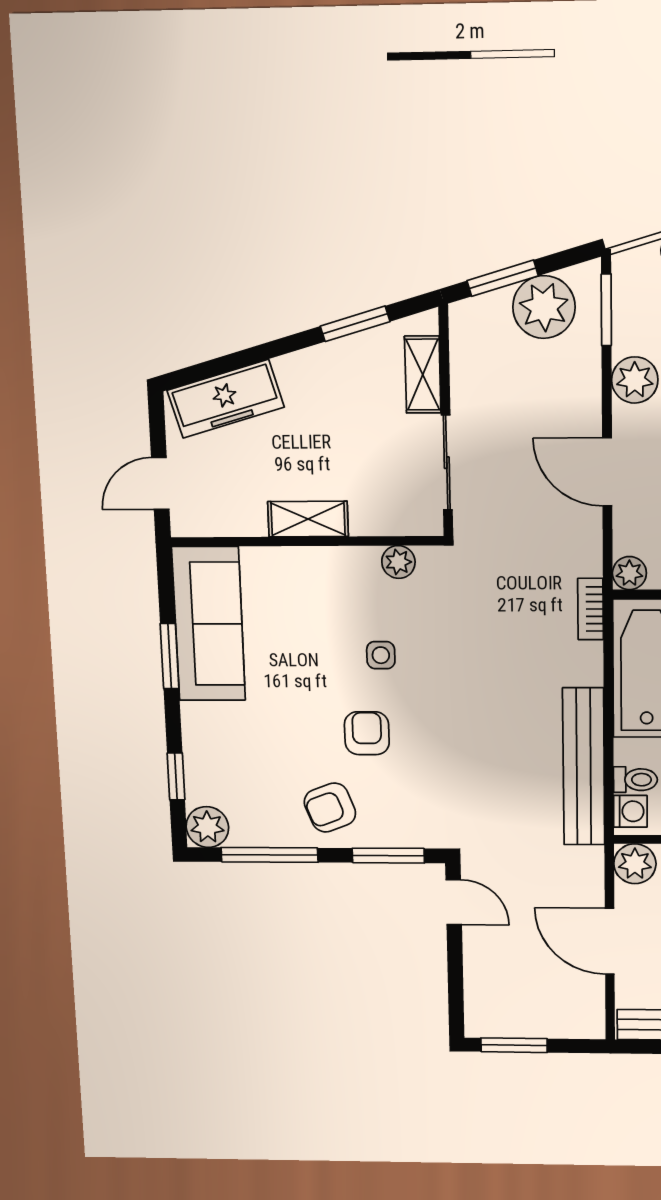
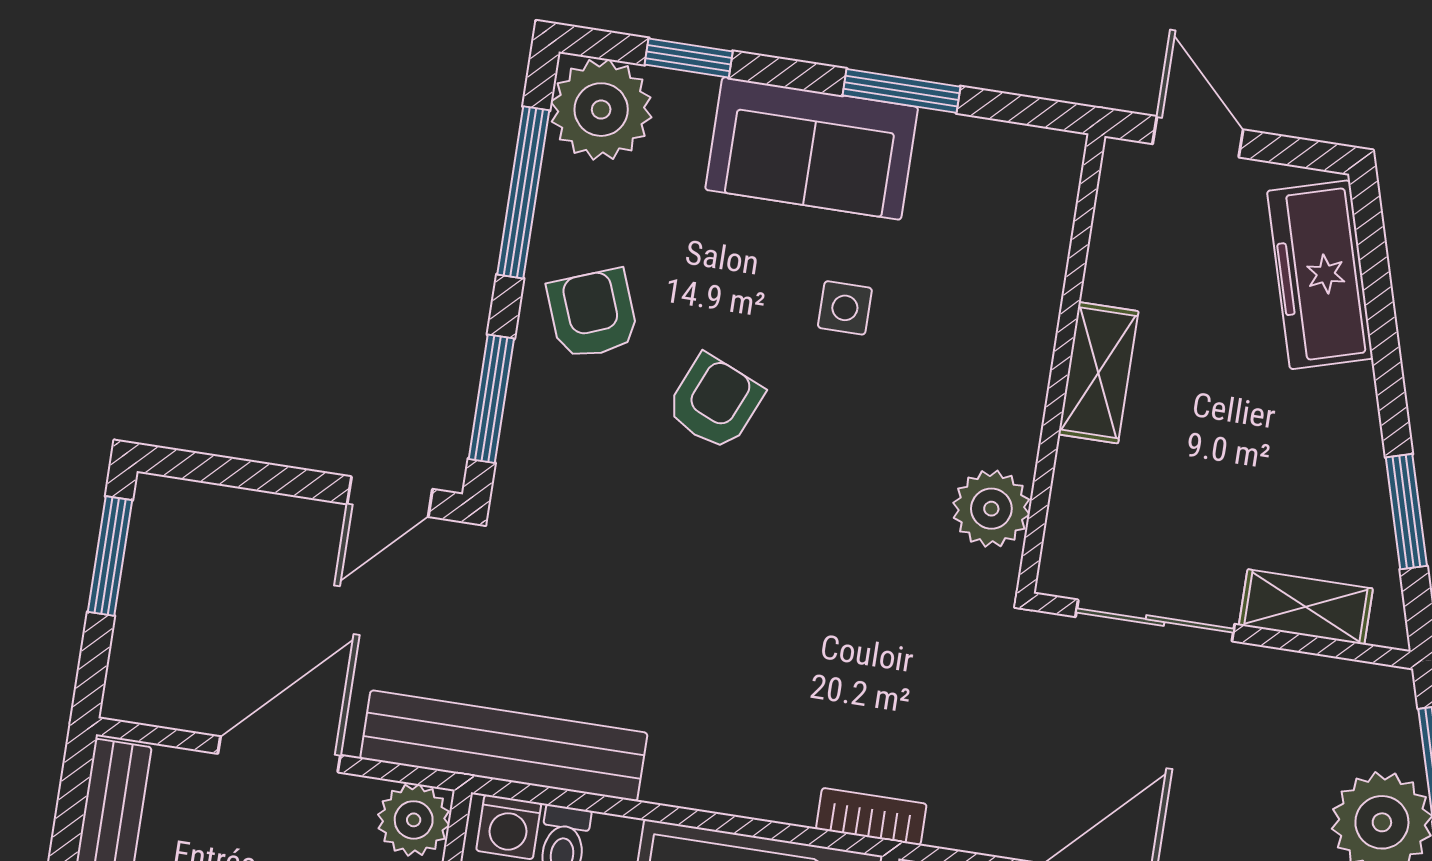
plant: (398, 562) -> (991, 509), width x1.38, depth x1.38
sofa: (209, 624) -> (812, 148), moved, width x0.73
side table: (381, 655) -> (845, 308), moved
armchair: (367, 733) -> (715, 402), turned -67
bench: (584, 767) -> (504, 746), moved
plant: (207, 827) -> (601, 110), width x1.36, depth x1.36

